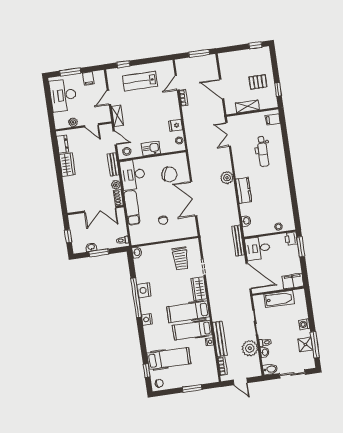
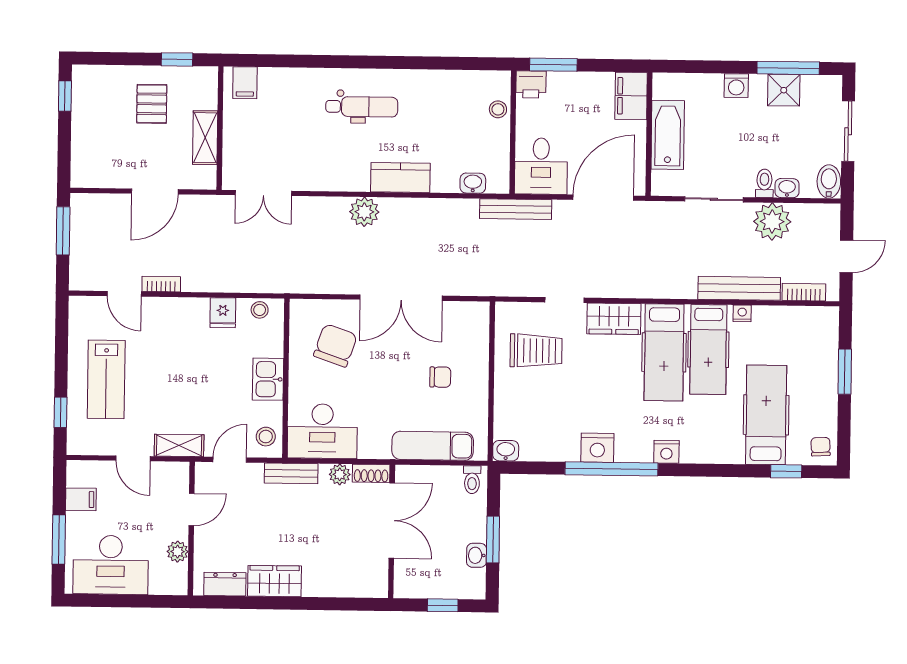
dental chair: (263, 151) -> (362, 107), moved
exam couch: (132, 208) -> (433, 446), moved

